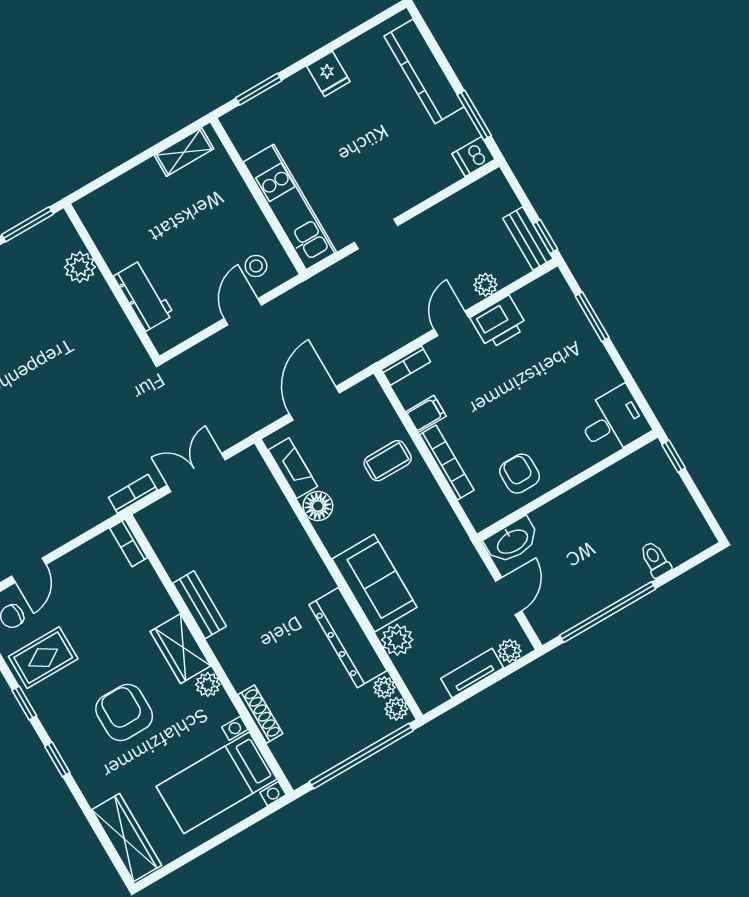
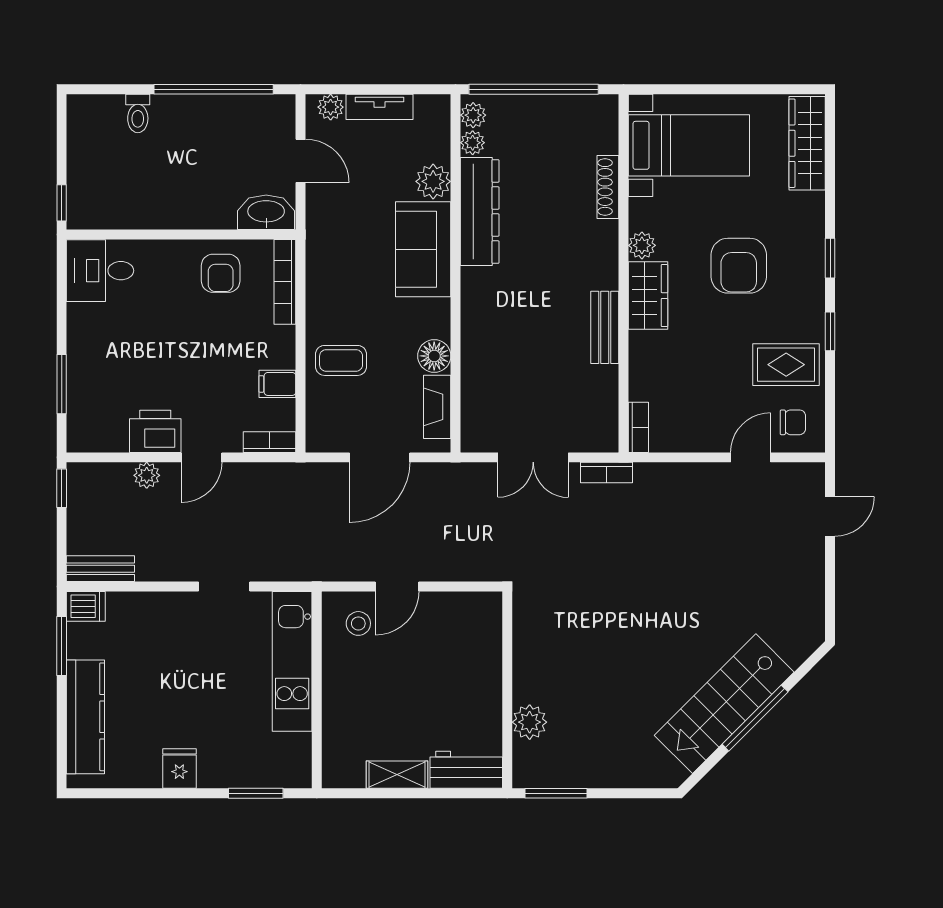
shelving: (184, 152) -> (397, 775), moved
bench: (528, 238) -> (100, 569), moved, turned 90
workbench: (144, 295) -> (466, 770), moved, turned 90
bookcase: (447, 462) -> (285, 282), moved
door: (509, 596) -> (301, 161), swing flipped

